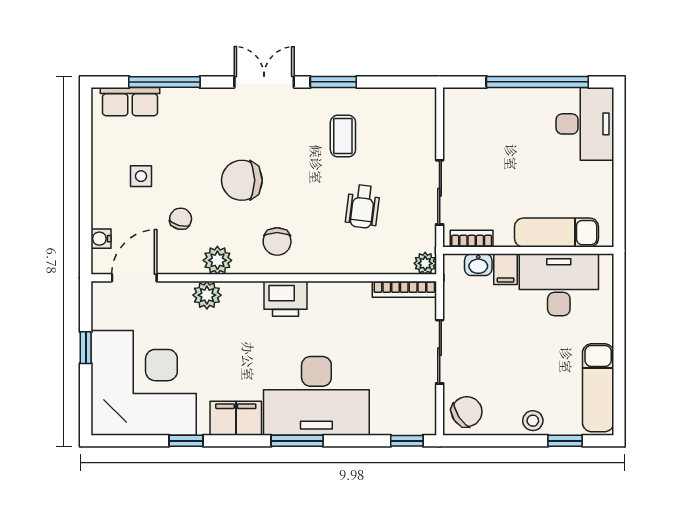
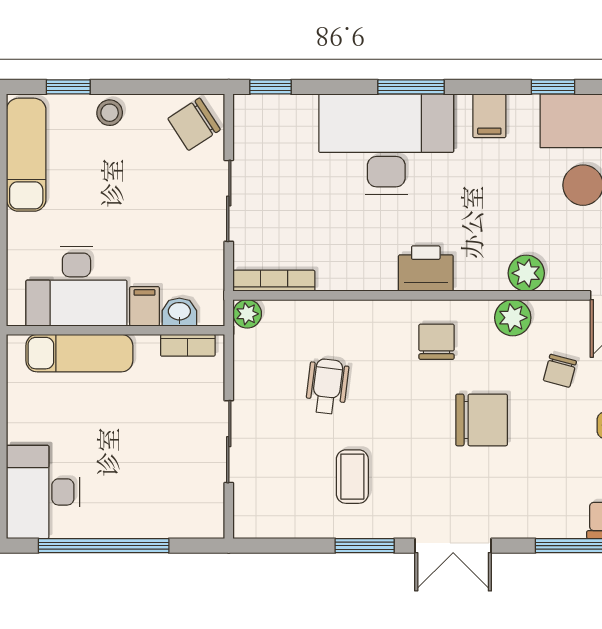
sliding door: (440, 192) -> (229, 442), moved
filing cabinet: (236, 418) -> (489, 116), width x0.50

